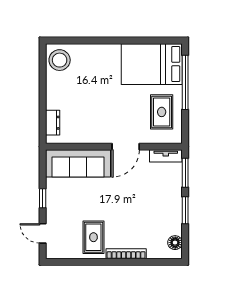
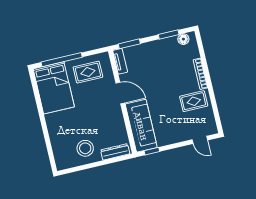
stool: (60, 60) -> (85, 148), moved
dresser: (53, 123) -> (115, 152), width x1.44
window: (43, 198) -> (152, 151), moved
window: (185, 210) -> (169, 35), moved
door: (43, 233) -> (200, 140), hinge flipped

